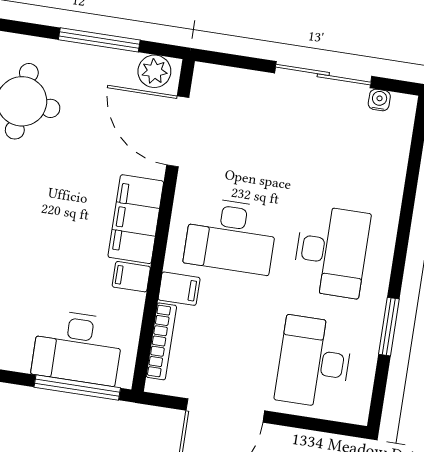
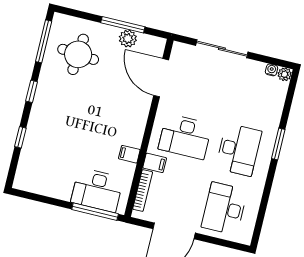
plant: (154, 71) -> (128, 39), moved
sliding door: (323, 75) -> (222, 49), moved
plant: (404, 106) -> (285, 74), added
filing cabinet: (136, 219) -> (134, 123), removed
window: (389, 327) -> (278, 144), moved

